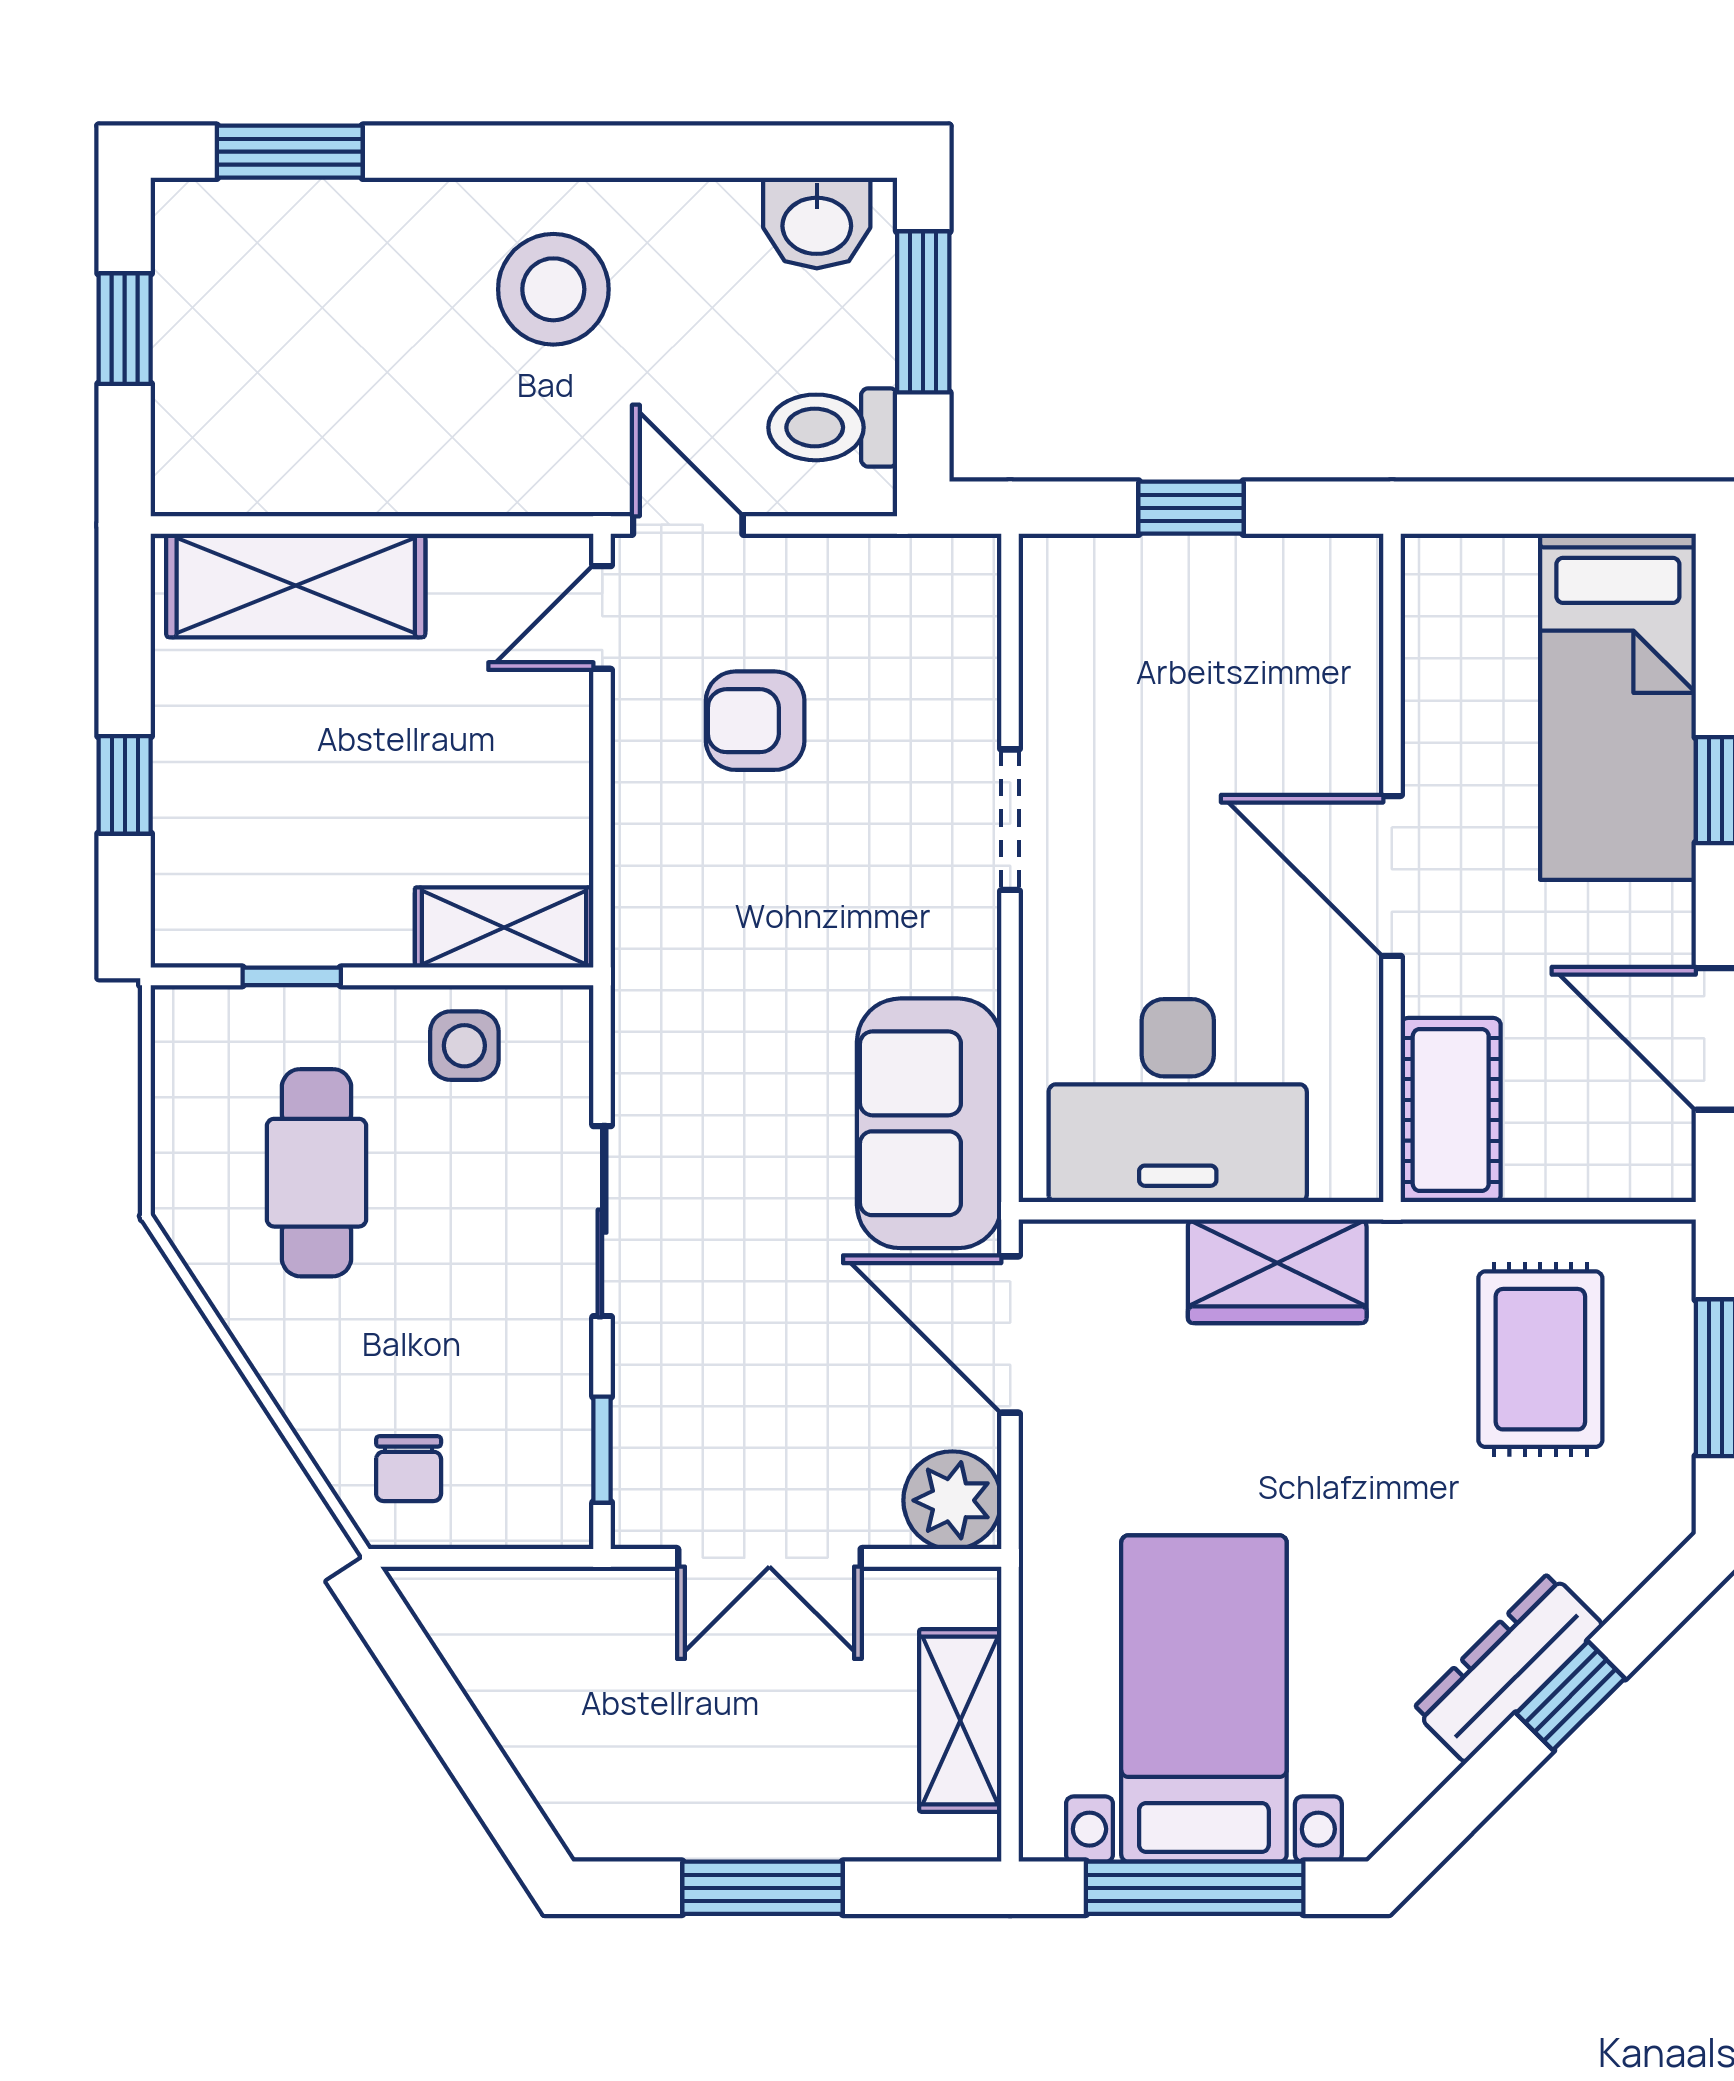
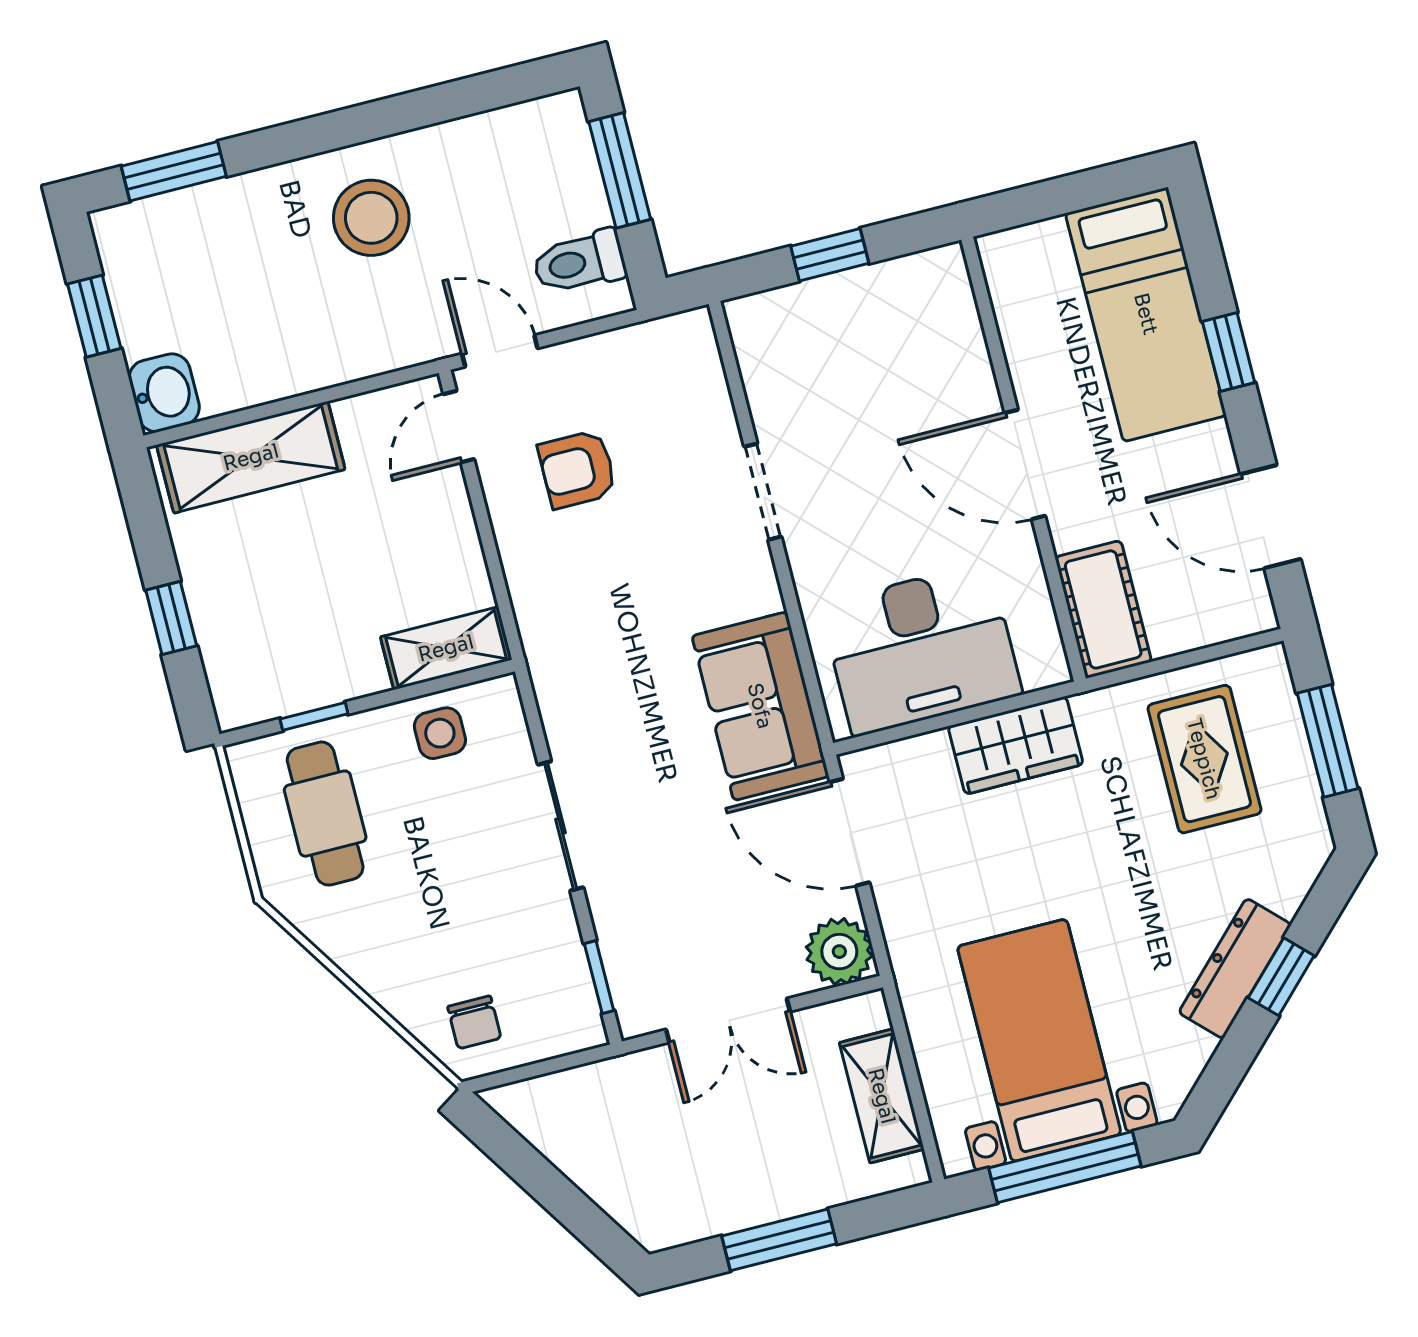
washbasin: (817, 223) -> (164, 393), moved, turned -90
cafe table: (317, 1173) -> (325, 814), moved

